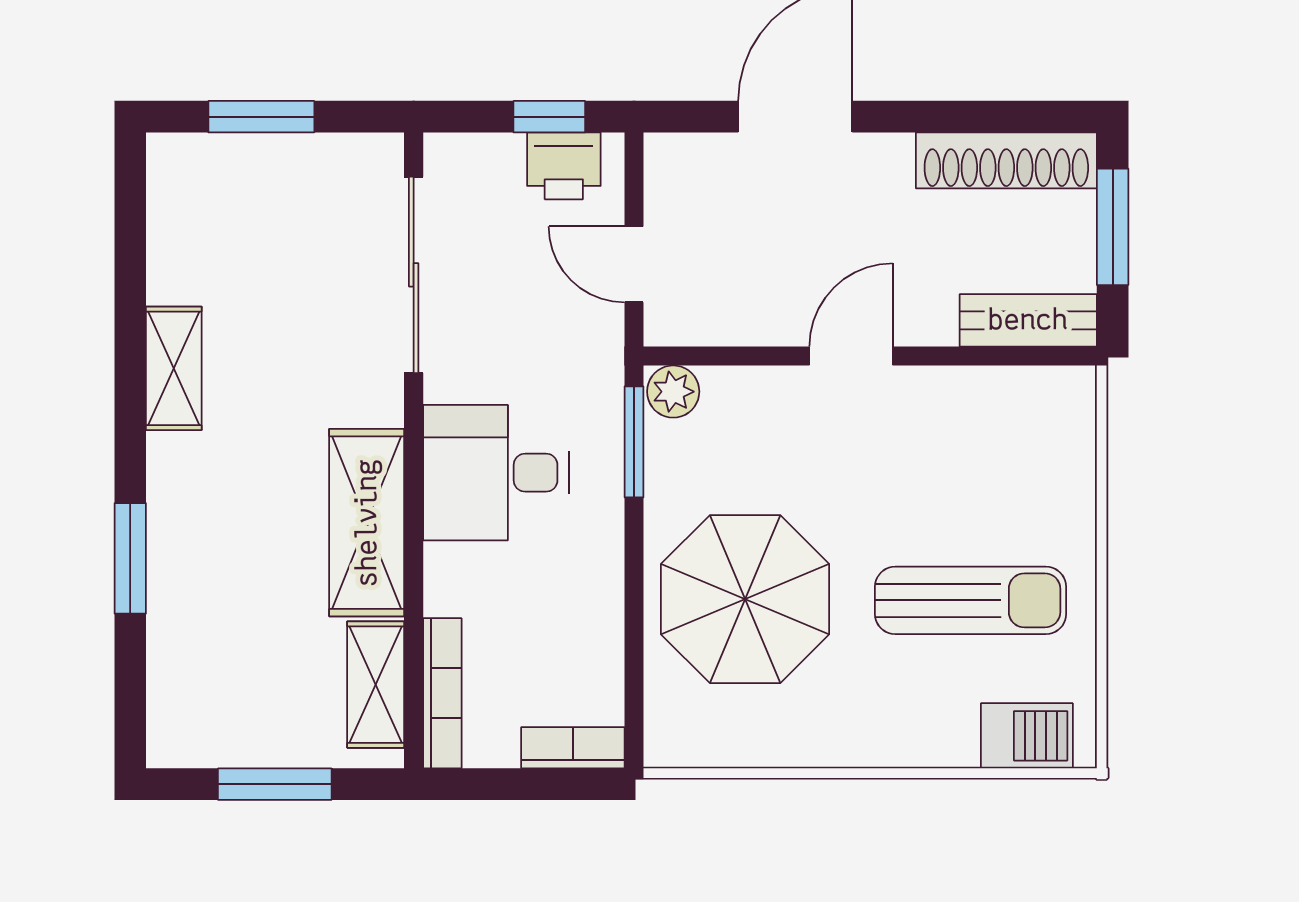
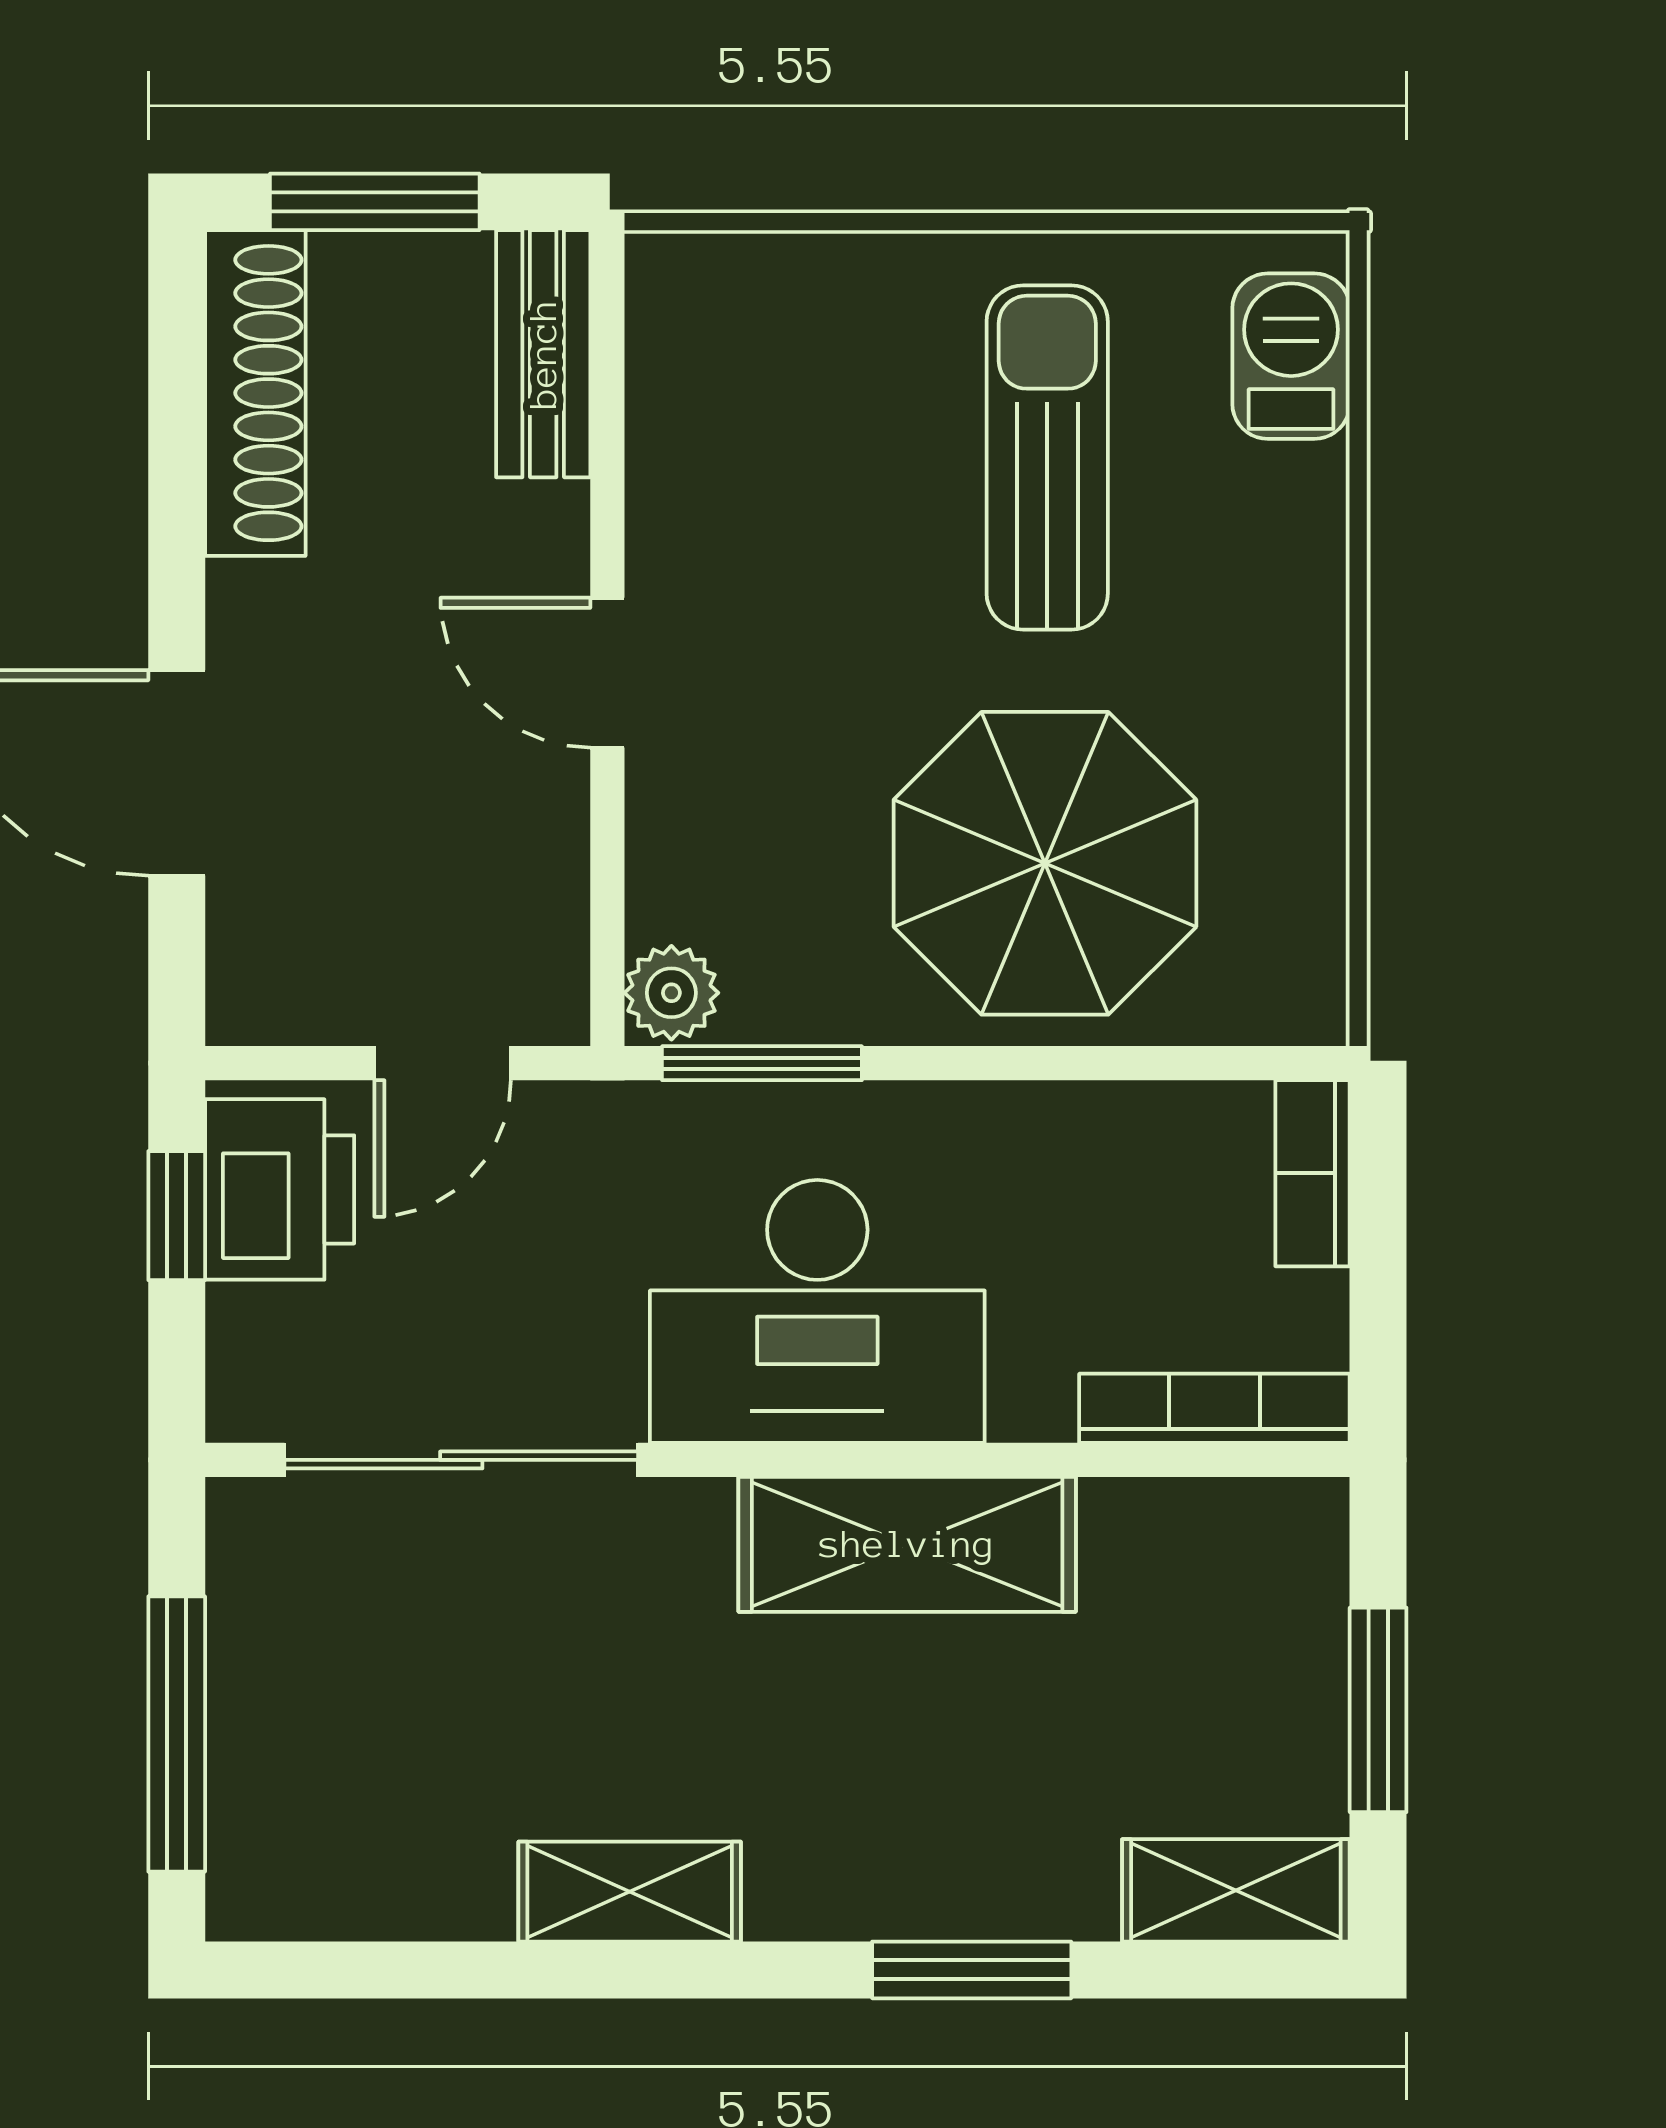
window: (261, 117) -> (177, 1734), width x1.44
printer: (564, 166) -> (280, 1189), width x1.36, depth x1.24
desk: (496, 473) -> (817, 1311), width x1.37
shelving: (376, 685) -> (1236, 1890), moved

